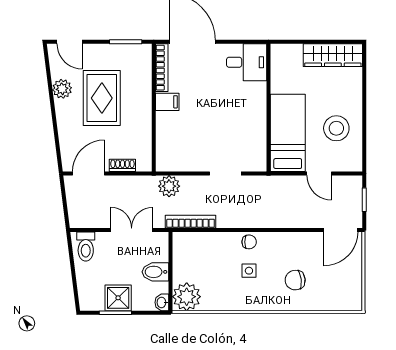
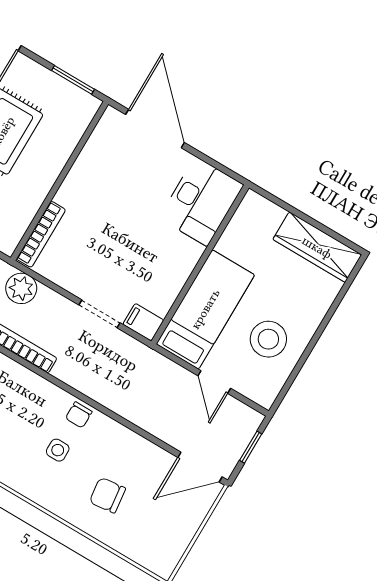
desk: (247, 62) -> (201, 201), width x1.37
bookcase: (162, 68) -> (41, 234), moved
filing cabinet: (167, 102) -> (143, 322), moved, turned 180
chair: (249, 242) -> (79, 415), turned 90

